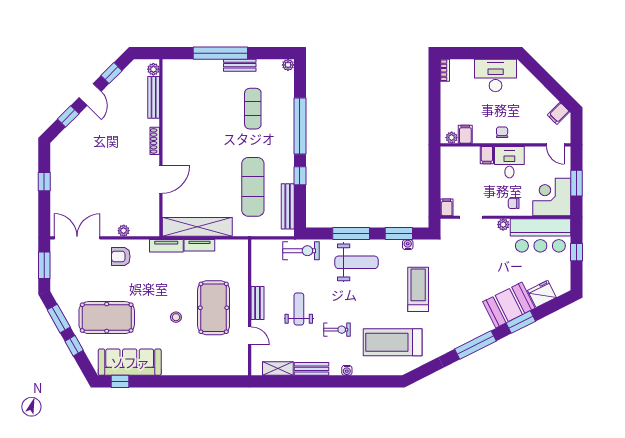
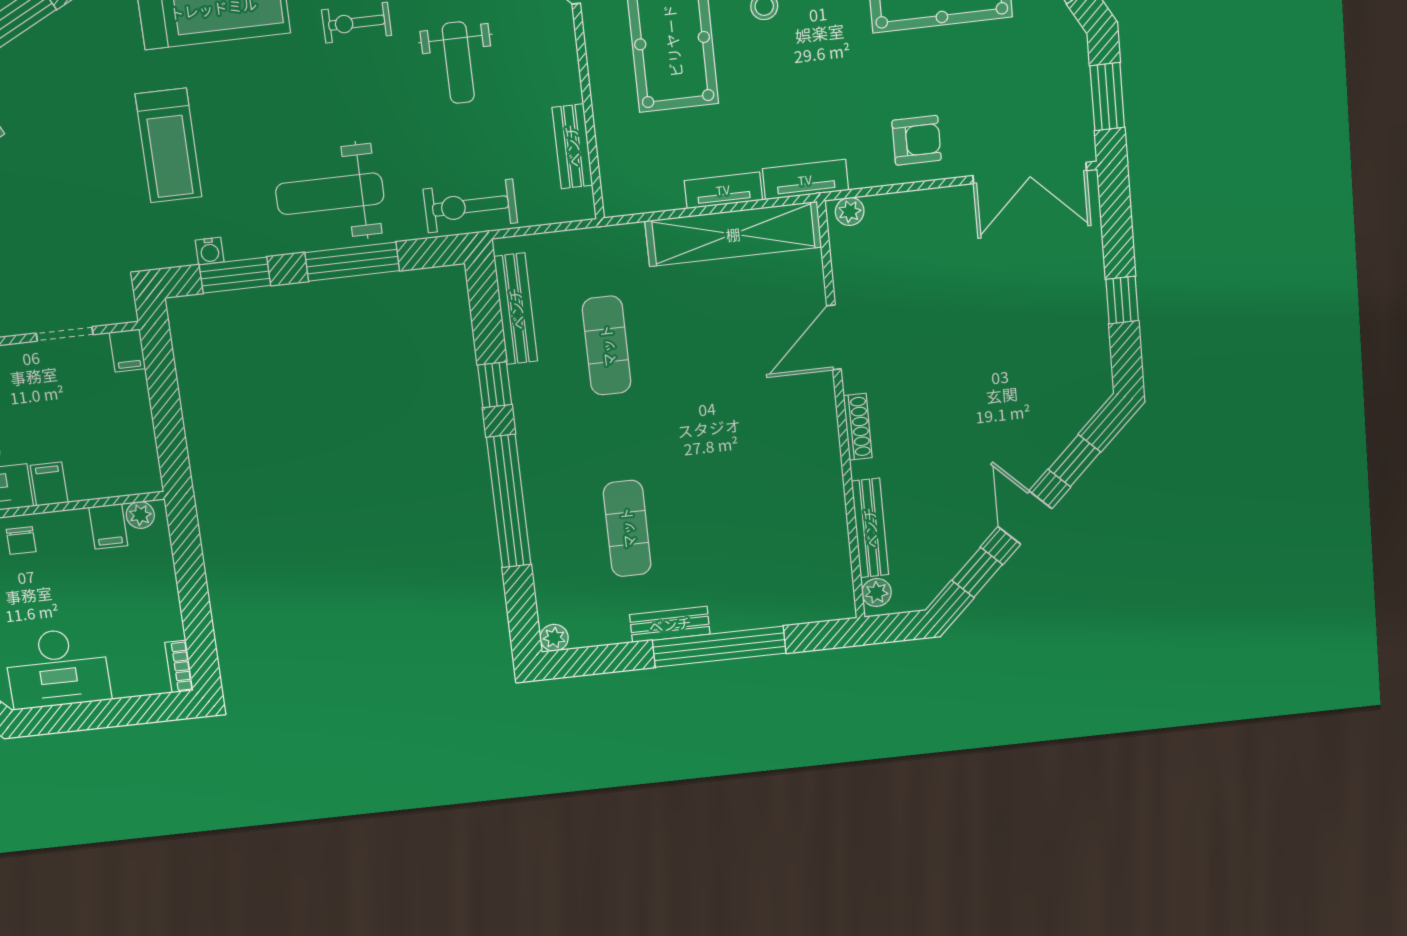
exercise mat: (253, 187) -> (607, 346), width x0.73, depth x0.69
plant: (124, 231) -> (850, 211), moved
bench: (258, 303) -> (572, 146), moved

